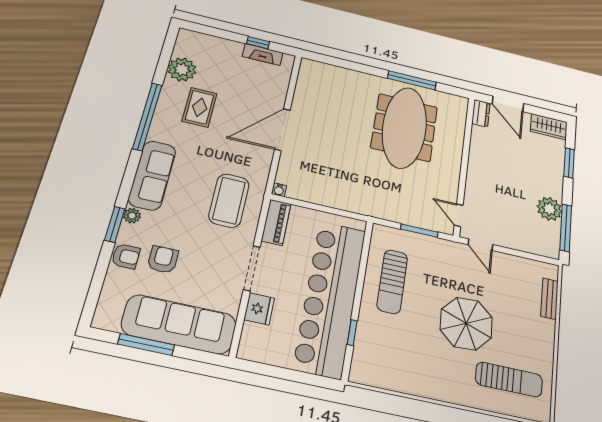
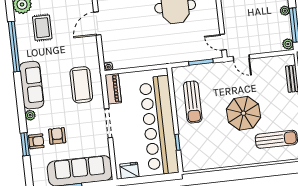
door: (282, 130) -> (97, 23), width x0.73
plant: (549, 209) -> (285, 11), width x0.53, depth x0.53
window: (115, 224) -> (25, 144), moved
plant: (552, 249) -> (288, 44), added
fridge: (259, 309) -> (129, 170), moved, turned -90

